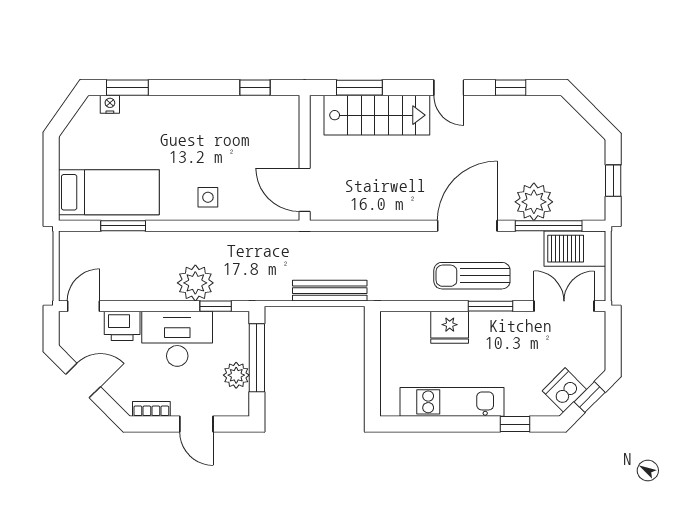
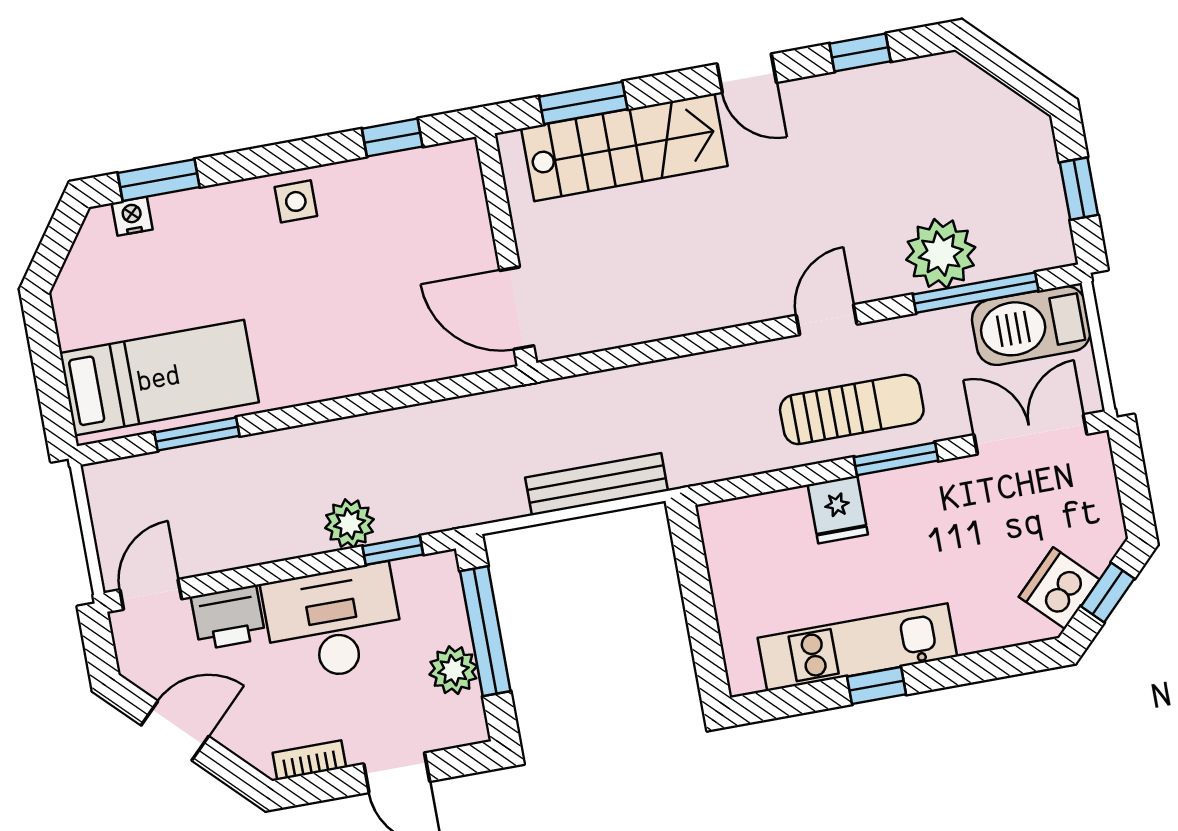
side table: (208, 197) -> (296, 201), moved
door: (467, 226) -> (827, 320), width x0.53
sun lounger: (472, 276) -> (852, 409), turned 180
plant: (195, 283) -> (349, 524), width x0.73, depth x0.73
fridge: (450, 327) -> (838, 509), width x0.72
window: (515, 424) -> (876, 685), moved

